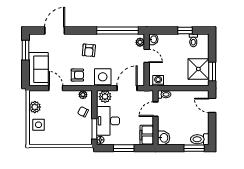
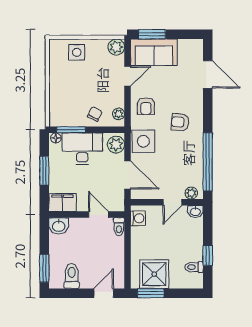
window: (26, 50) -> (152, 34), moved
plant: (35, 107) -> (116, 47), moved
toilet: (200, 139) -> (72, 276), moved

